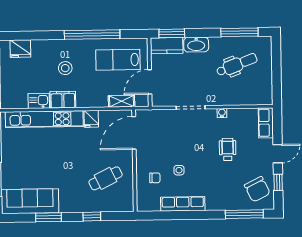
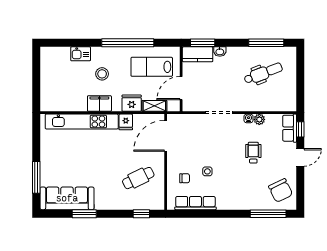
washbasin: (196, 45) -> (220, 52), width x0.52, depth x0.69
fridge: (20, 49) -> (132, 103), moved, turned 180
kitchen sink: (39, 101) -> (81, 54), moved, turned 180
plant: (234, 114) -> (259, 119), added
window: (278, 182) -> (300, 129), moved
row of seats: (183, 204) -> (195, 203), moved
window: (92, 217) -> (141, 214), moved

